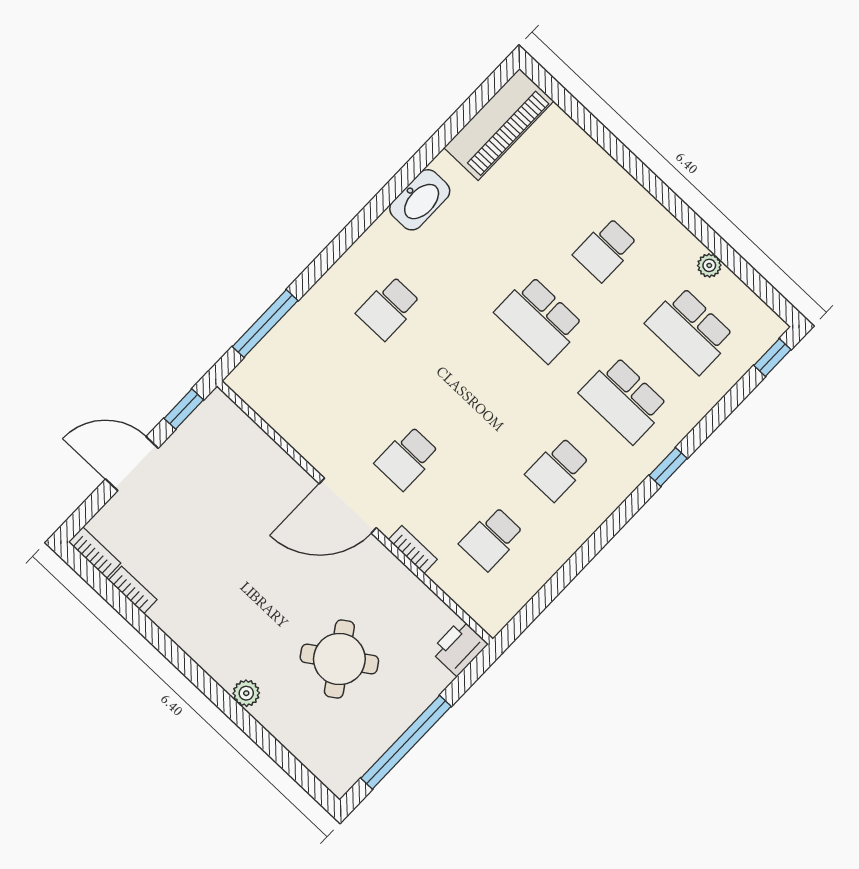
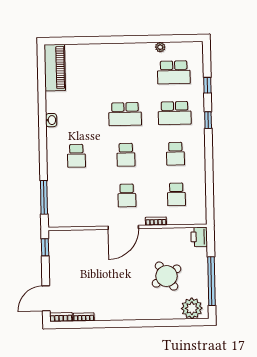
washbasin: (420, 200) -> (51, 120), width x0.52, depth x0.69
school desk: (605, 250) -> (126, 155), moved
window: (772, 357) -> (207, 85), moved
door: (132, 464) -> (46, 298), moved
plant: (246, 693) -> (192, 308), moved, width x1.88, depth x1.88

